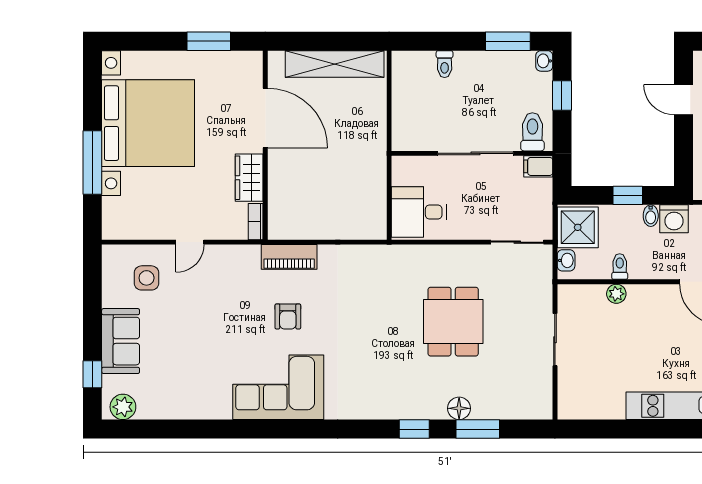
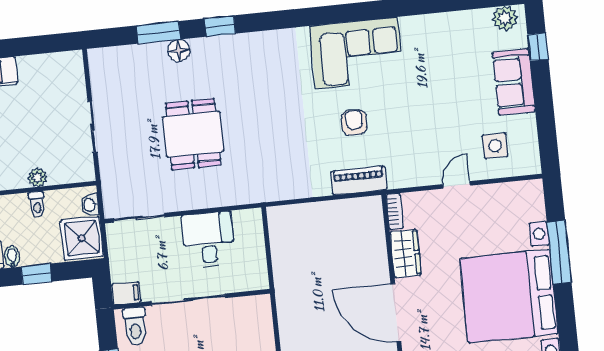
desk: (419, 212) -> (208, 240), moved, turned -90

